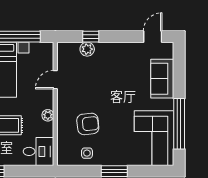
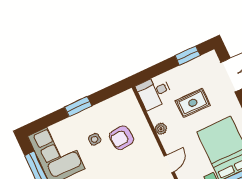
side table: (87, 153) -> (95, 139), moved

